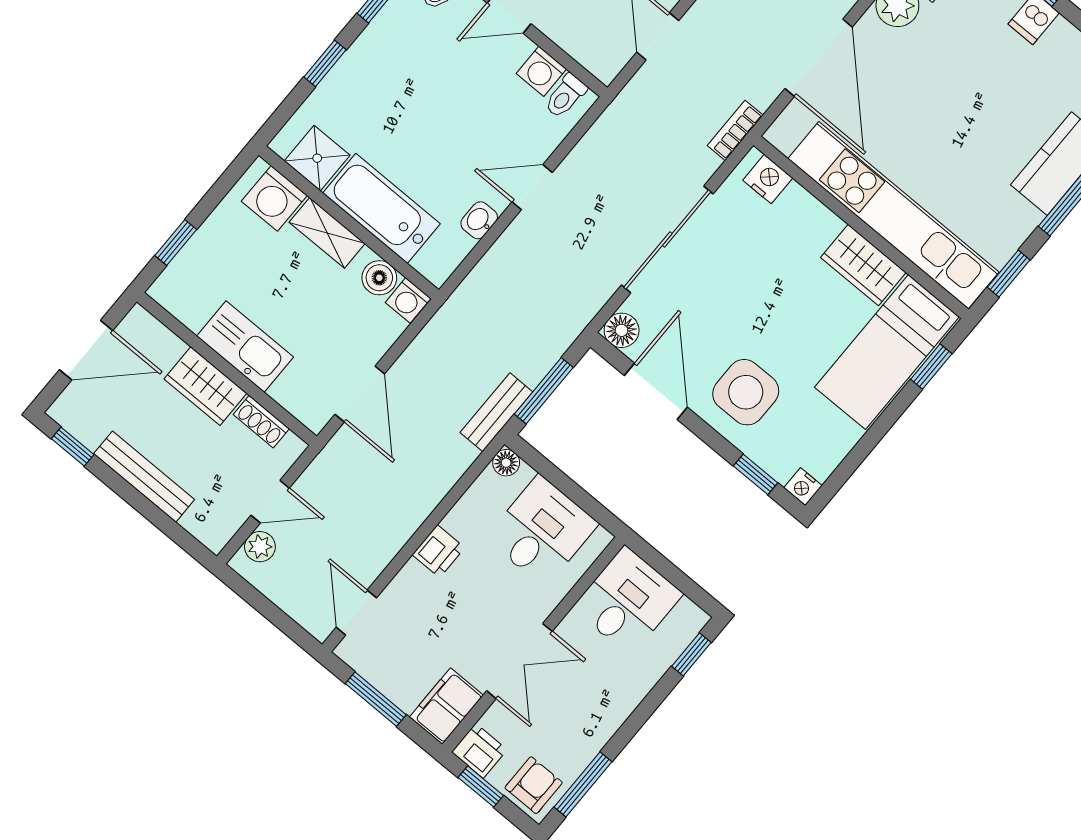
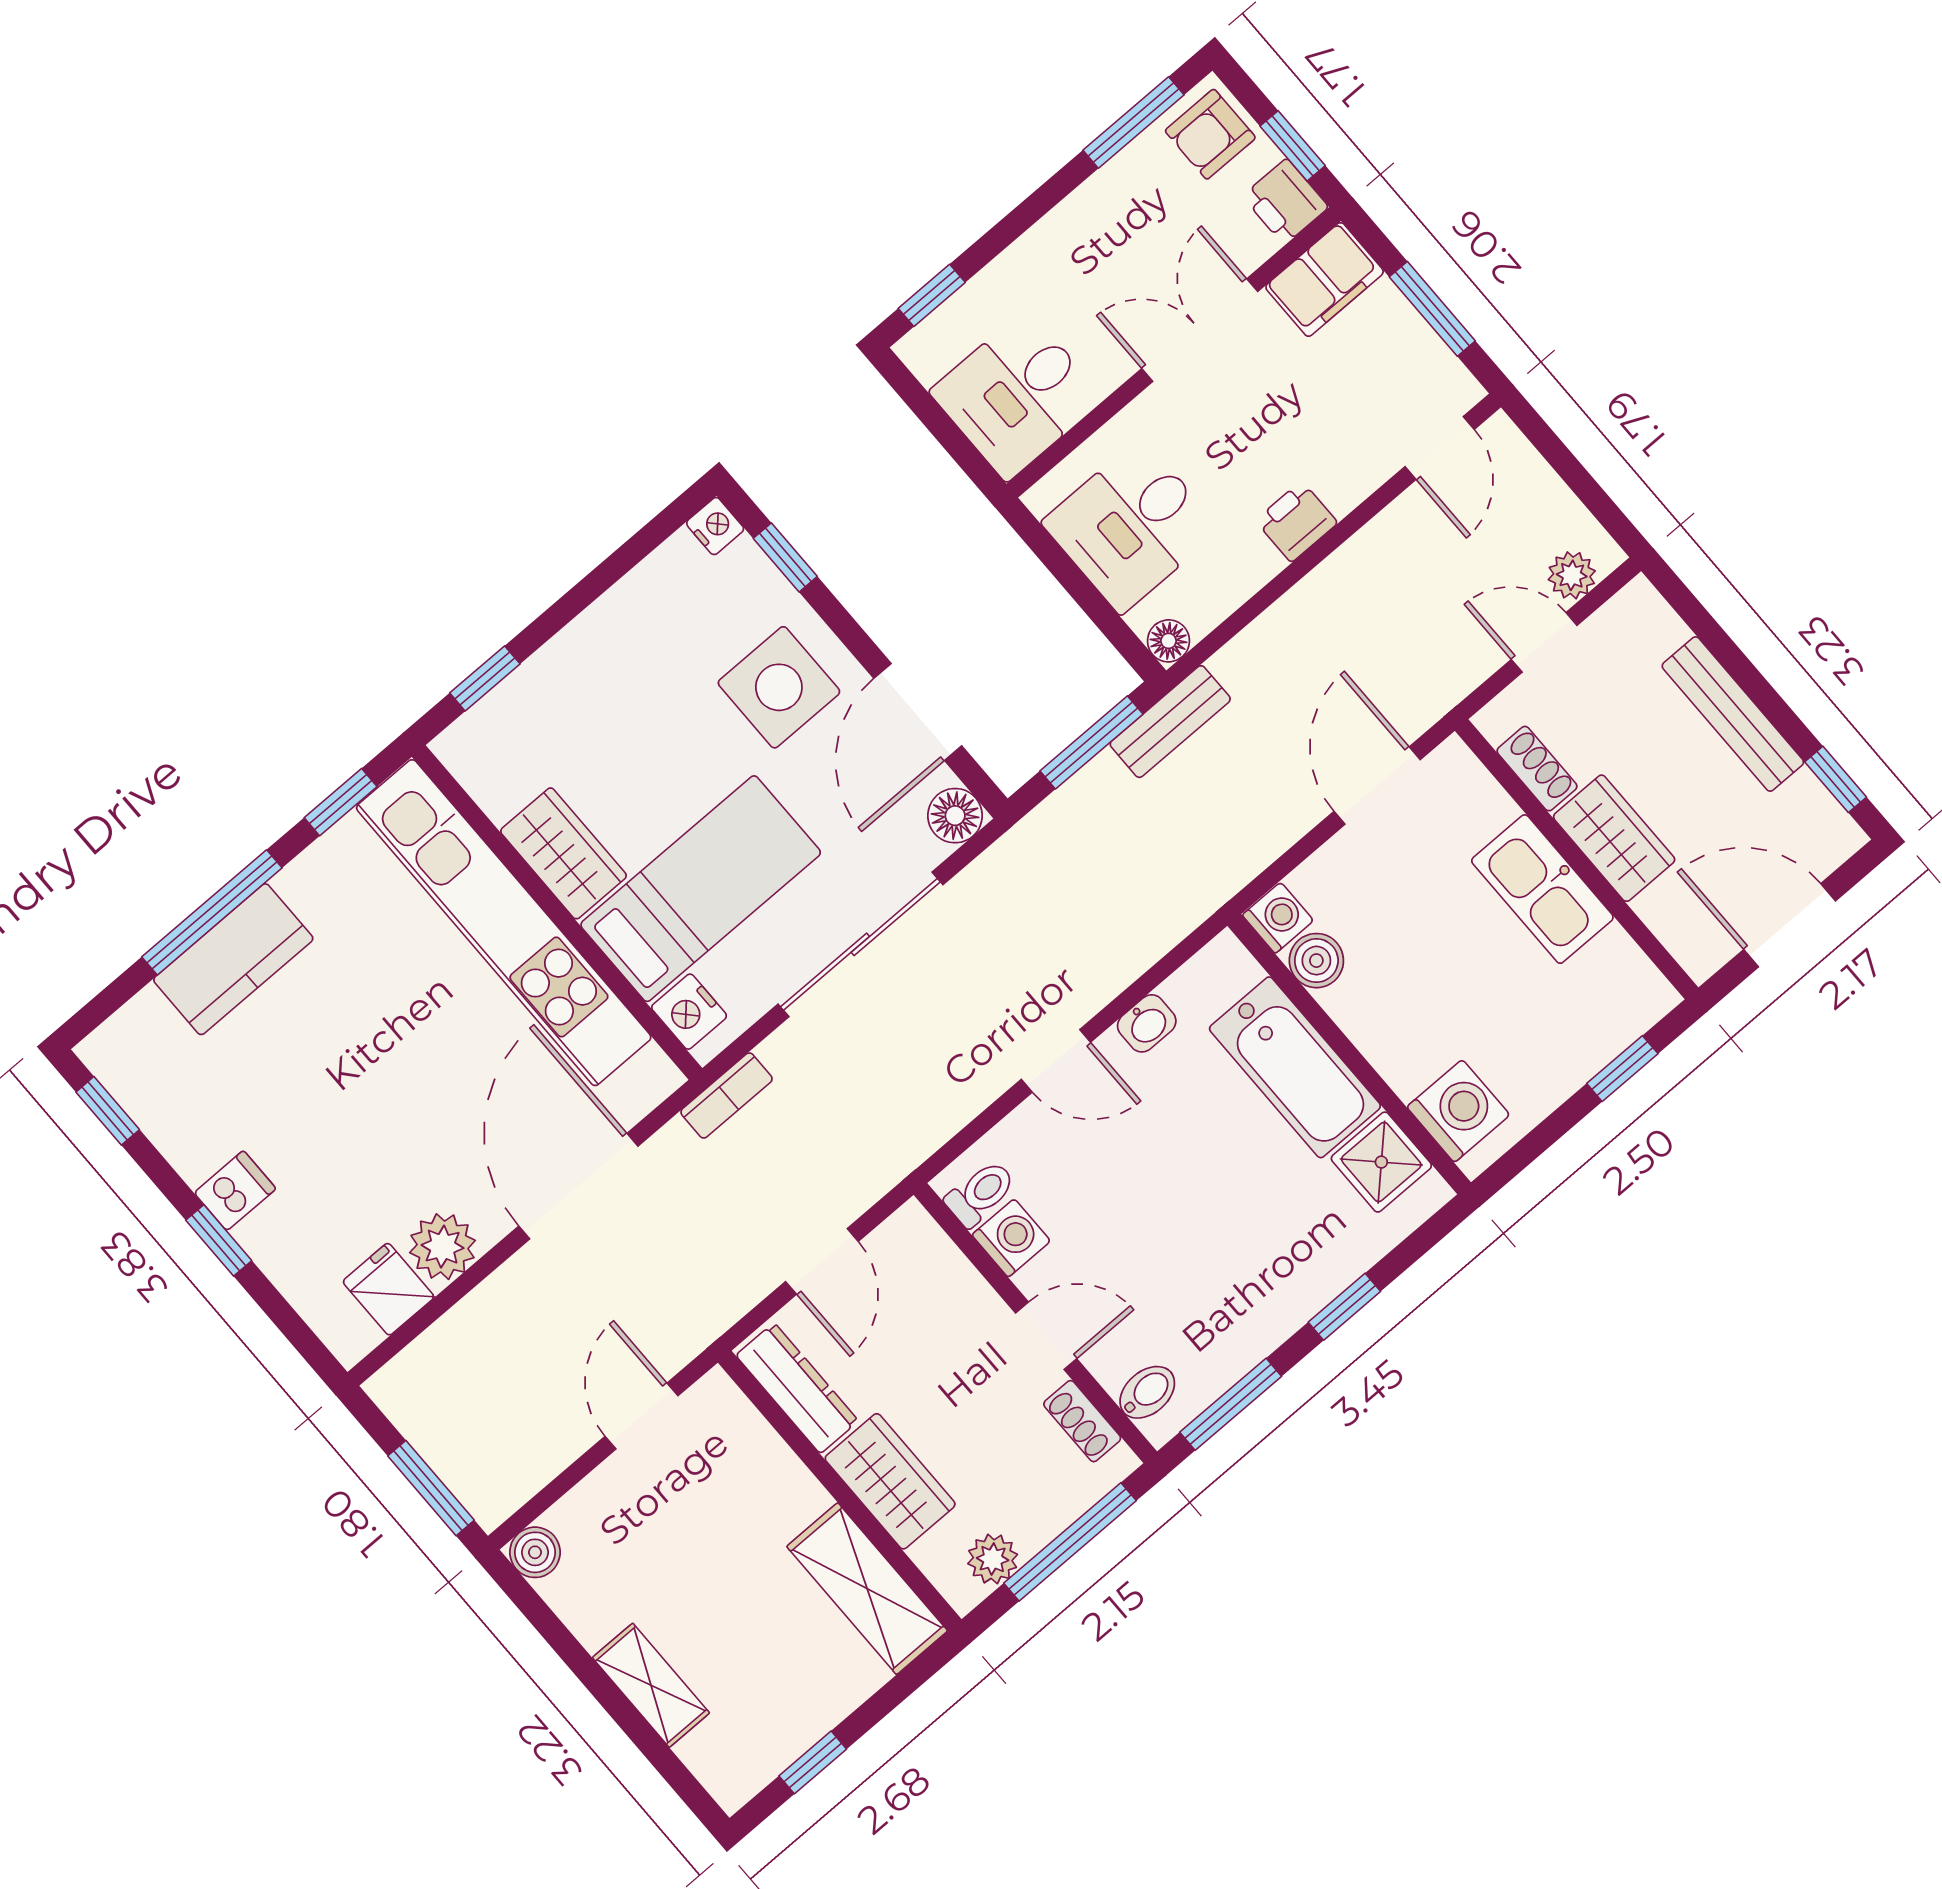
shelving: (327, 233) -> (1386, 1044), removed
bed: (887, 352) -> (701, 889), moved

